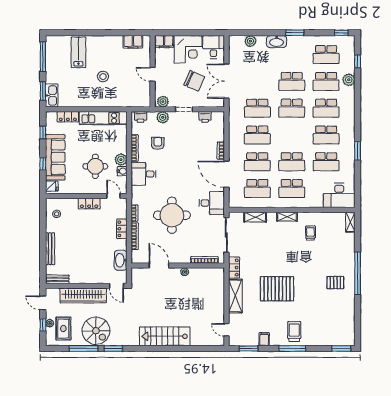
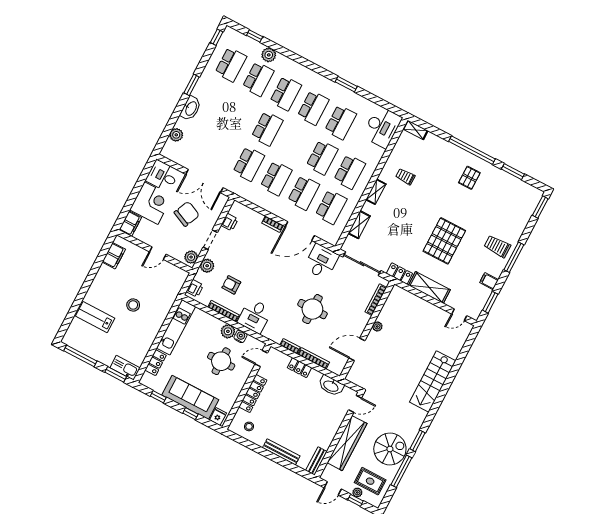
school desk: (292, 81) -> (240, 114), removed
locker: (89, 204) -> (253, 393), width x1.53
round table: (172, 215) -> (312, 309), width x0.73, depth x0.73
window: (358, 313) -> (513, 172), added

